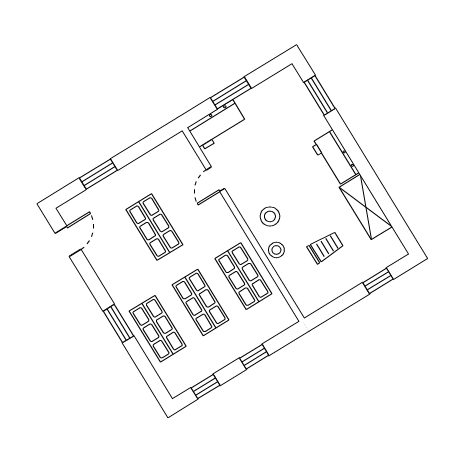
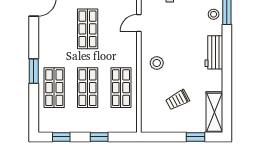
shelving: (366, 207) -> (214, 112), moved
trolley: (326, 247) -> (178, 100), turned 152
stool: (276, 250) -> (214, 14), moved

